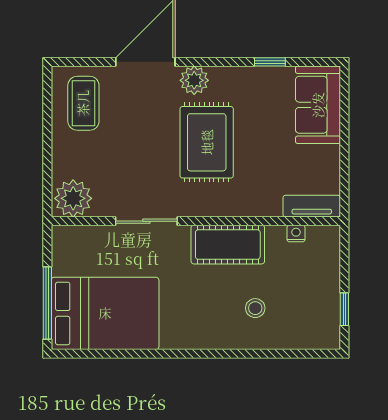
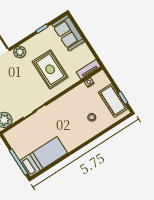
rug: (207, 142) -> (50, 69), moved
cot: (228, 245) -> (113, 100), moved, turned 90
bed: (105, 313) -> (44, 157), width x0.67

